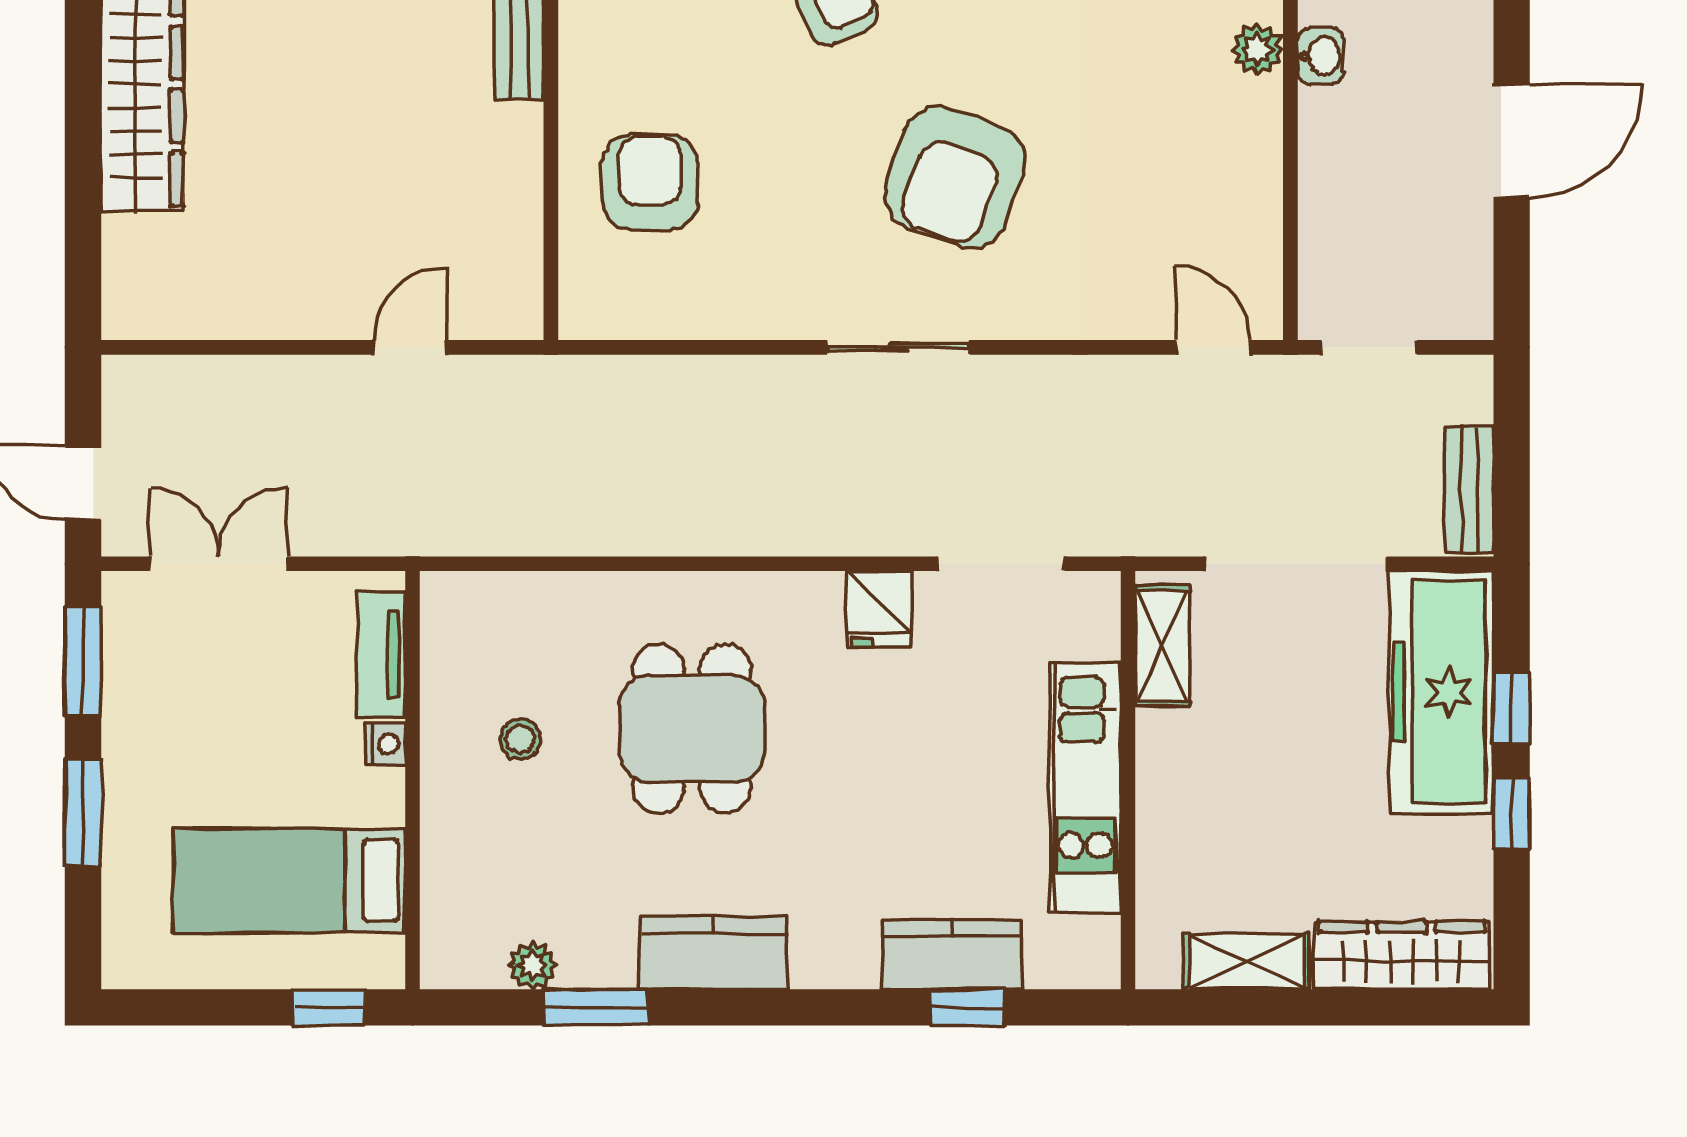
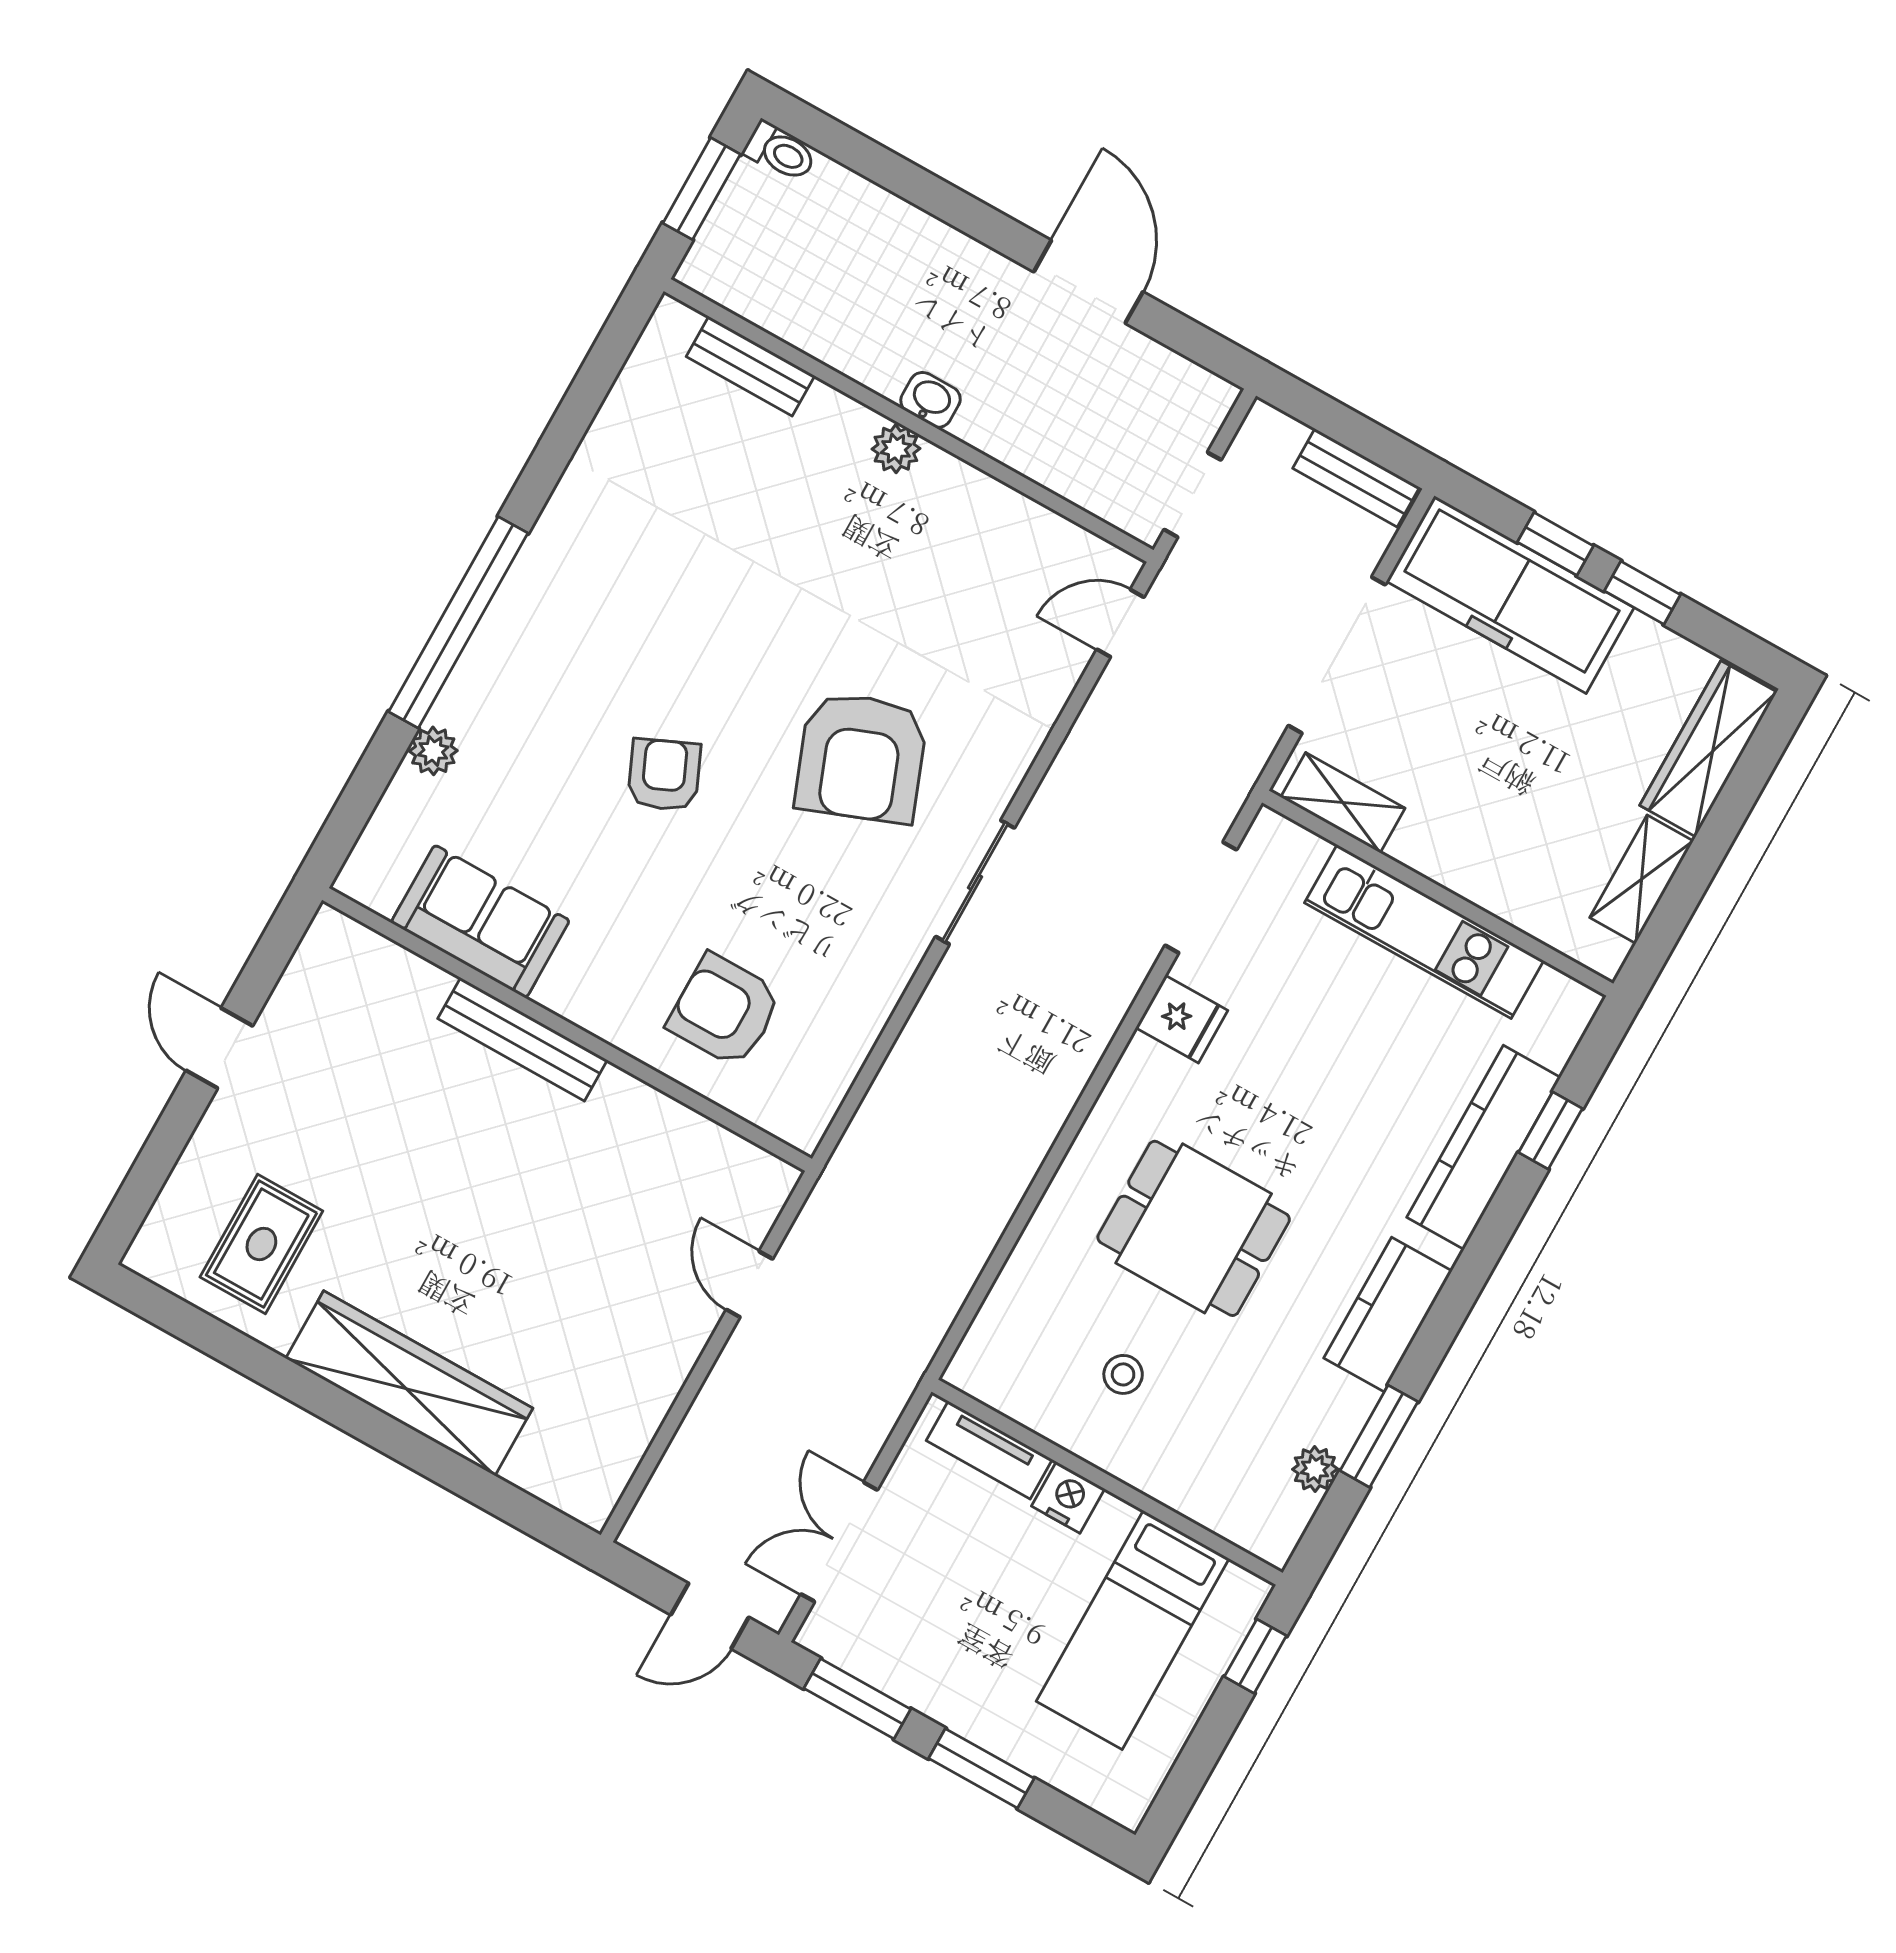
armchair: (955, 178) -> (861, 757), turned 49
nightstand: (385, 744) -> (1068, 1497), width x1.39, depth x1.35
kitchen counter: (952, 955) -> (1484, 1147), width x1.50

